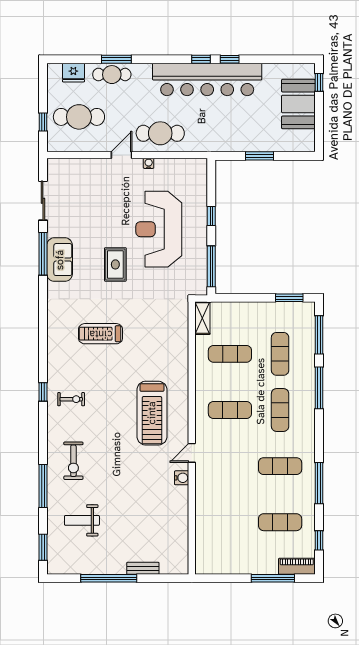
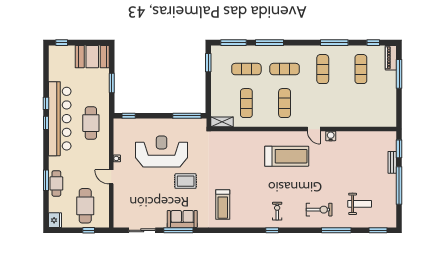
fridge: (73, 73) -> (55, 220), moved
booth: (298, 104) -> (92, 57), moved
cafe table: (160, 133) -> (91, 123), moved
window: (211, 216) -> (129, 116), moved
reception desk: (159, 229) -> (162, 151), turned 180
treadmill: (101, 334) -> (223, 205), moved
weight bench: (82, 520) -> (360, 204), turned -90
window: (163, 578) -> (399, 149), added

